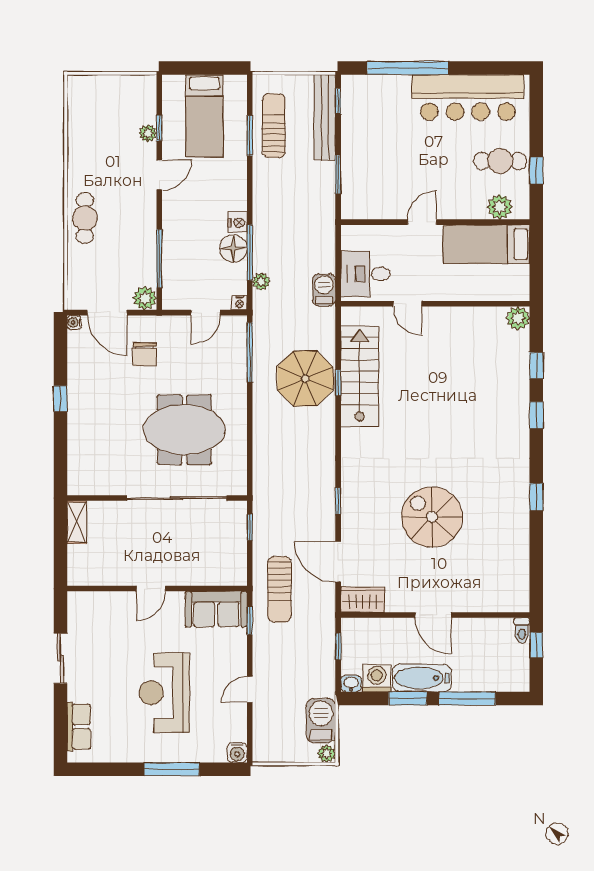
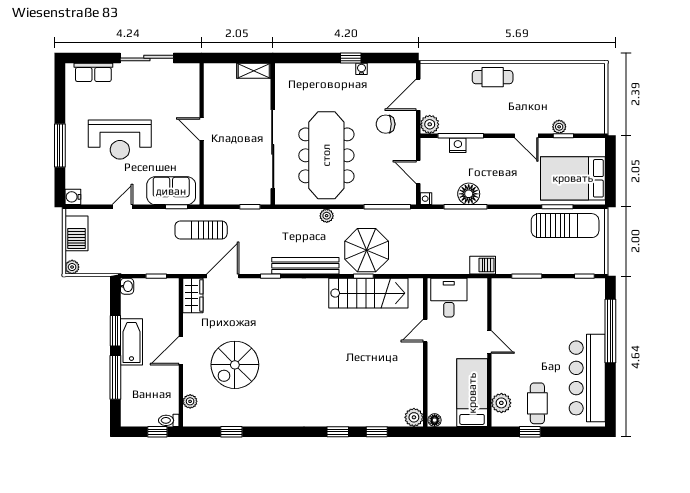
bed: (204, 116) -> (573, 178), width x1.50
bench: (325, 117) -> (305, 266), moved
sun lounger: (274, 126) -> (565, 226), width x1.36, depth x1.34
nightstand: (238, 223) -> (458, 145), moved, turned 180
plant: (261, 282) -> (327, 216), moved
barbecue: (324, 290) -> (483, 265), moved
floor lamp: (522, 292) -> (435, 420), added
water cooler: (74, 322) -> (361, 69), moved
meeting table: (184, 430) -> (326, 155), width x1.36
window: (536, 497) -> (231, 432), moved
spiral stairs: (432, 517) -> (235, 365), moved, turned 180
plant: (498, 603) -> (190, 401), added
sofa: (216, 609) -> (171, 191), moved, turned 90
sliding door: (60, 658) -> (147, 58), width x1.37
washing machine: (377, 678) -> (131, 306), removed
door: (250, 689) -> (122, 207), hinge flipped
reception desk: (164, 693) -> (120, 140), turned 180
barbecue: (321, 721) -> (76, 233), moved, turned 90

